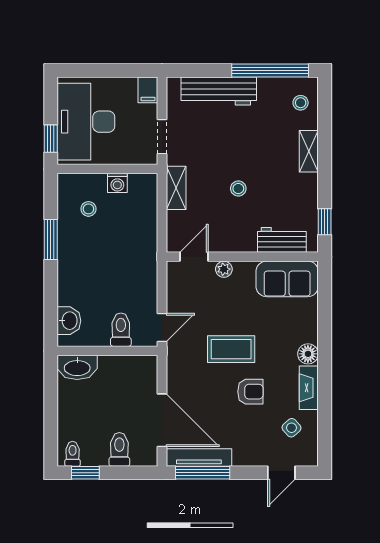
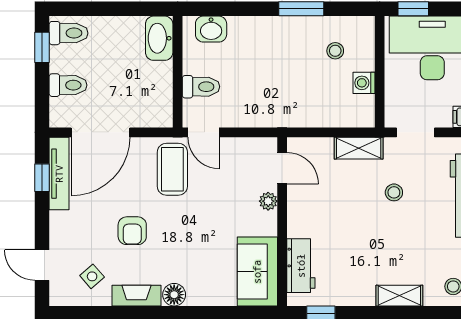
stool: (238, 188) -> (394, 192), moved
coffee table: (231, 349) -> (172, 169), moved
toilet: (73, 454) -> (68, 33), width x1.37, depth x1.39
window: (203, 473) -> (42, 178), width x0.46

